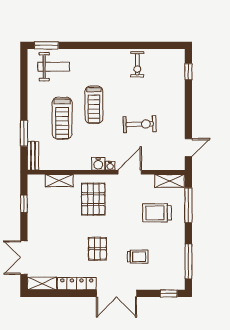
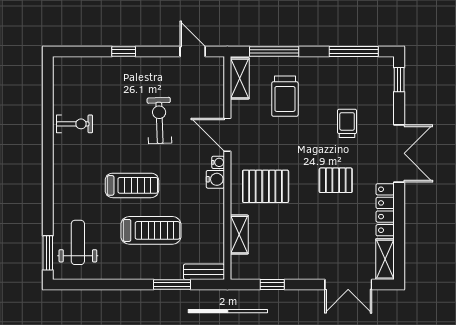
window: (188, 72) -> (124, 52), moved

